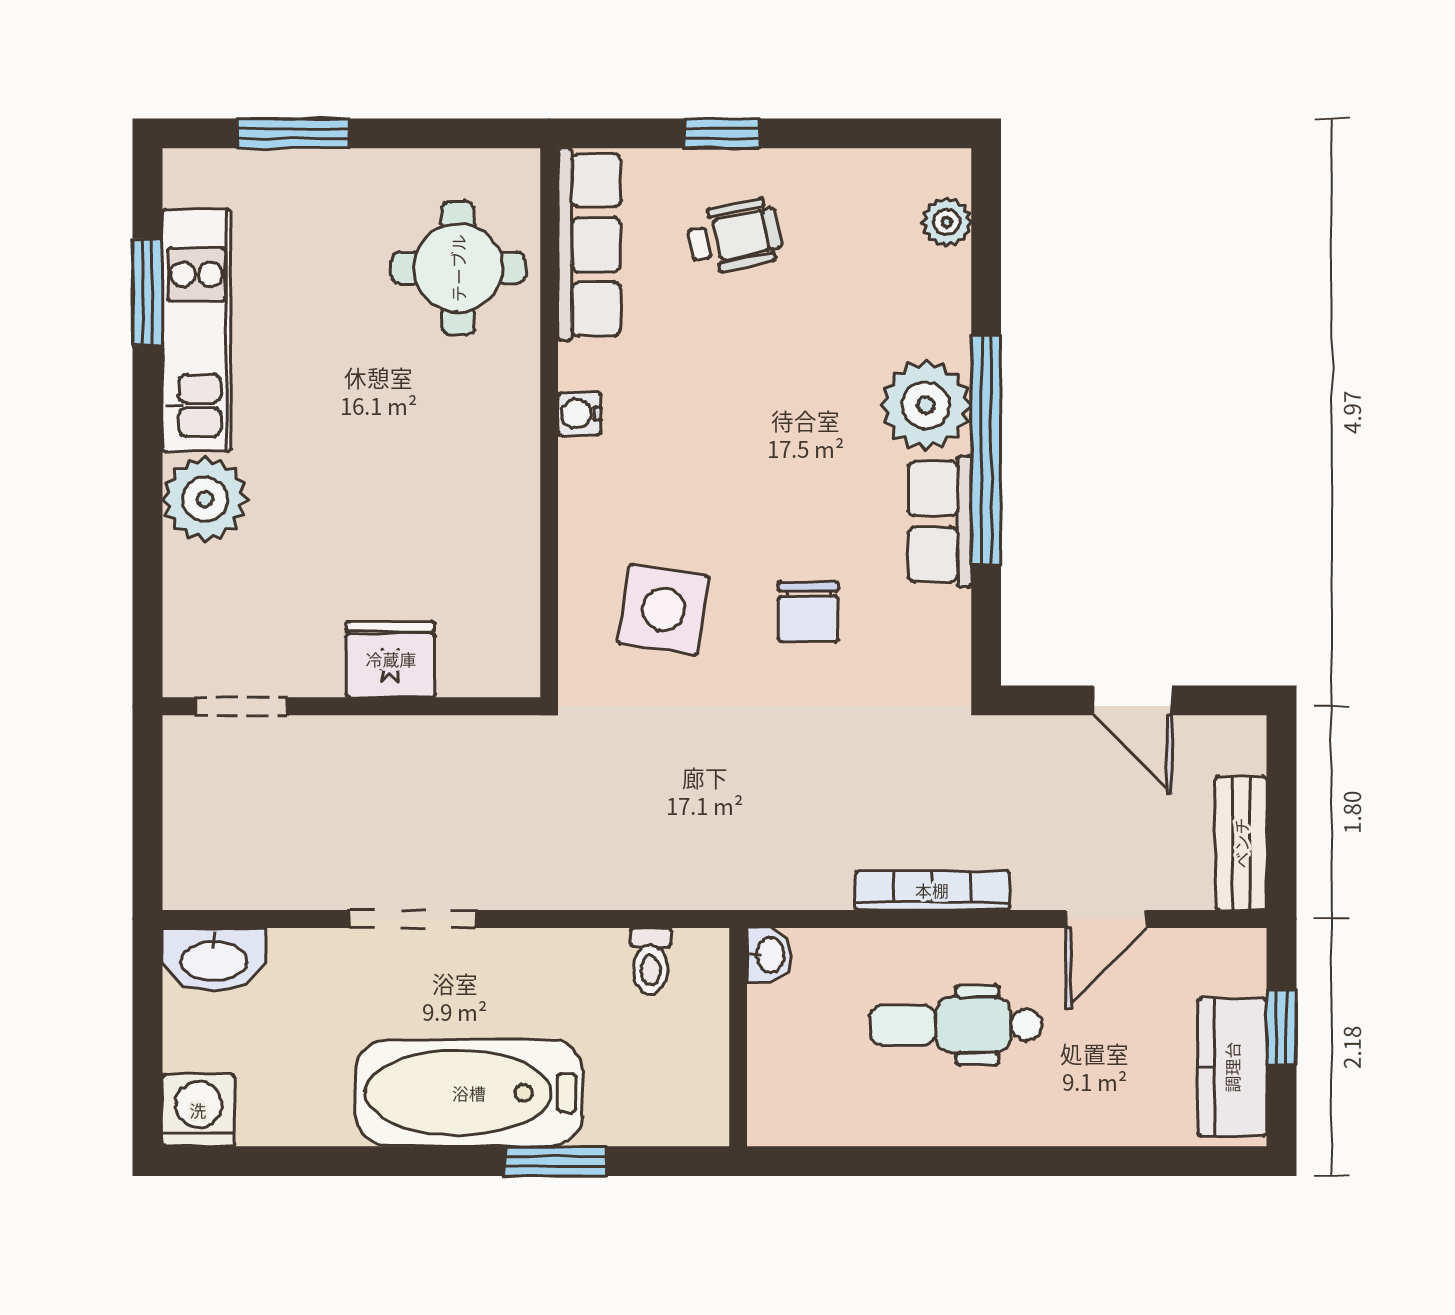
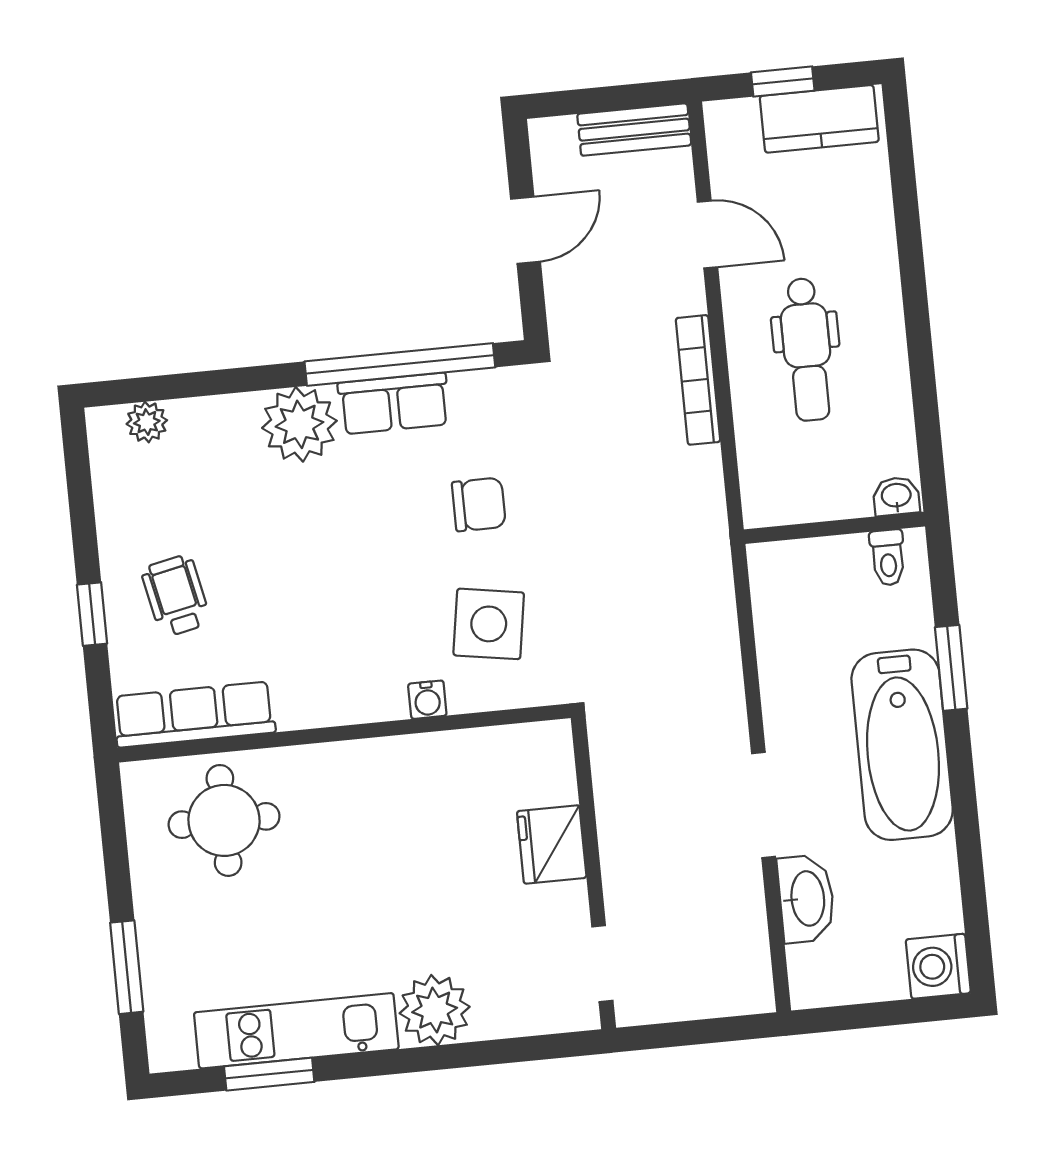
water cooler: (579, 414) -> (427, 700), moved
window: (986, 450) -> (400, 364), moved
washbasin: (769, 955) -> (896, 496), moved
washbasin: (214, 959) -> (806, 899), moved
toilet: (651, 961) -> (888, 558), moved, turned 90

